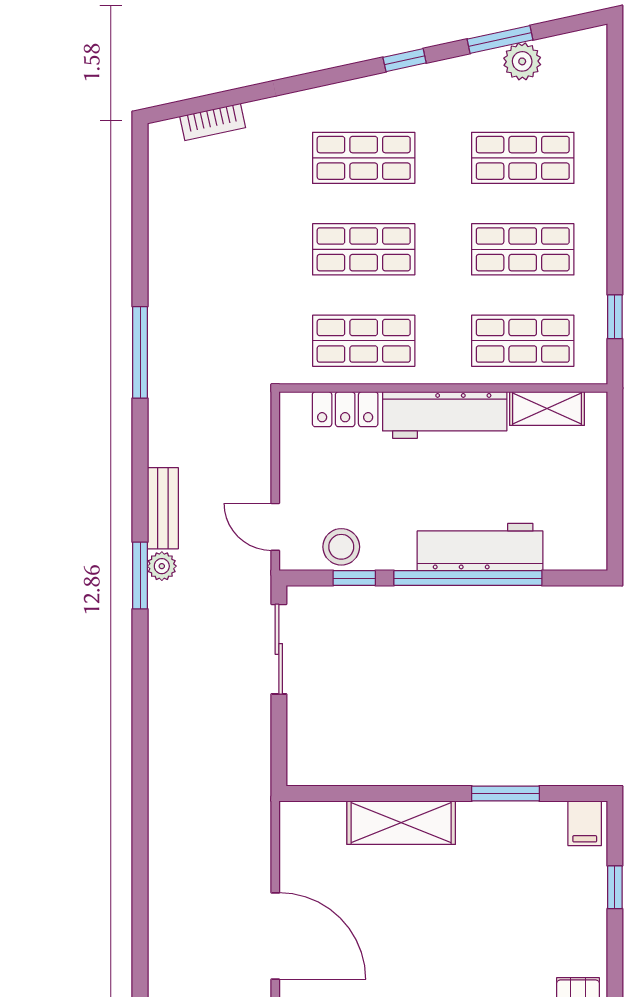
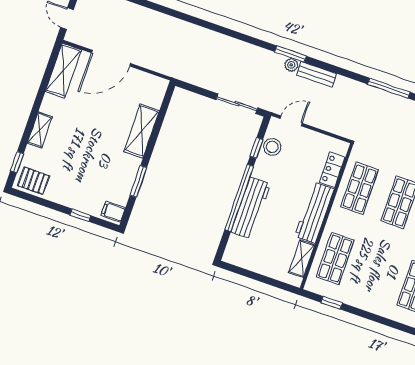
shop shelf: (523, 249) -> (375, 272), removed

